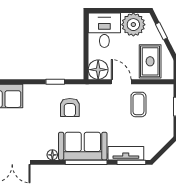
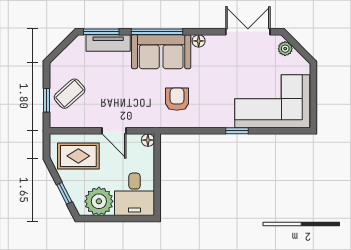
rug: (150, 61) -> (78, 156), turned 90
floor lamp: (98, 70) -> (148, 140), width x0.53, depth x0.53
window: (55, 82) -> (237, 131), moved
coffee table: (138, 104) -> (70, 94), moved, turned 48

